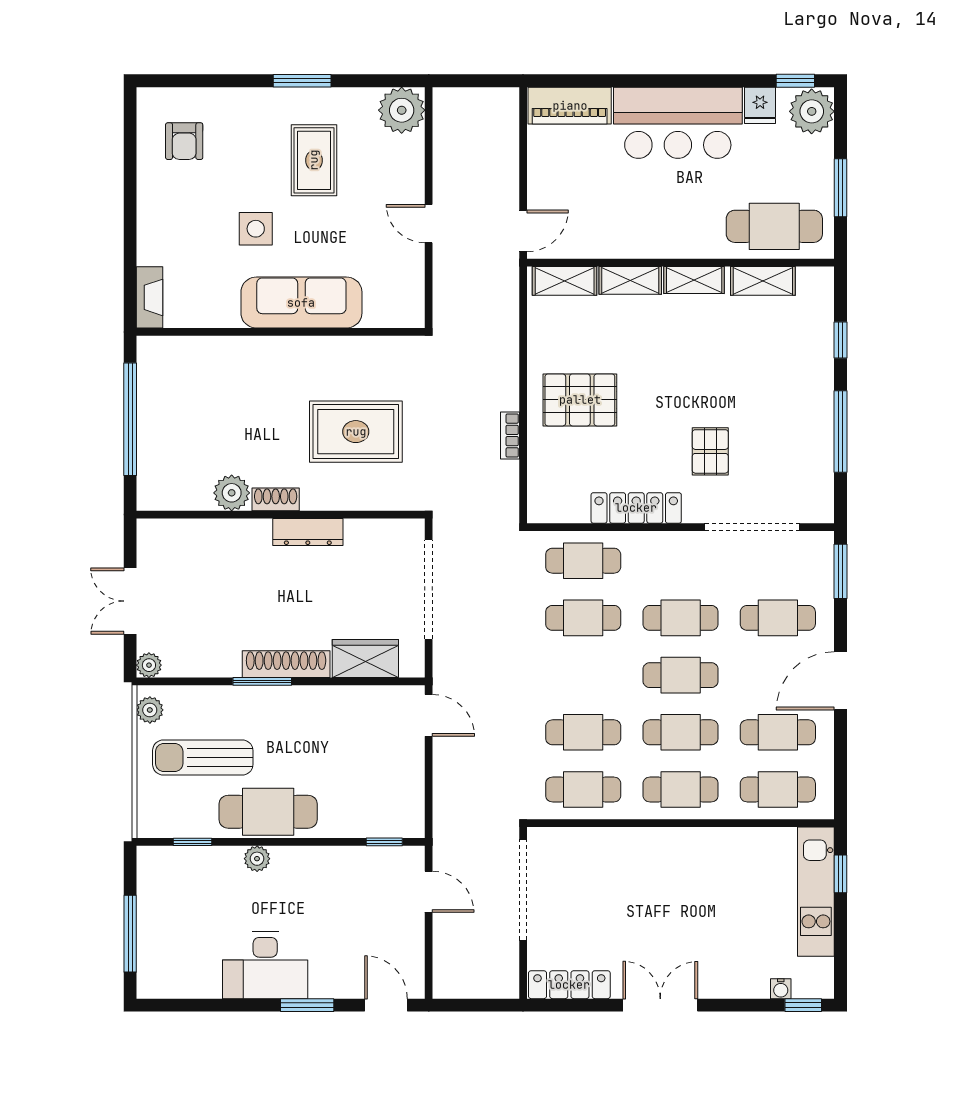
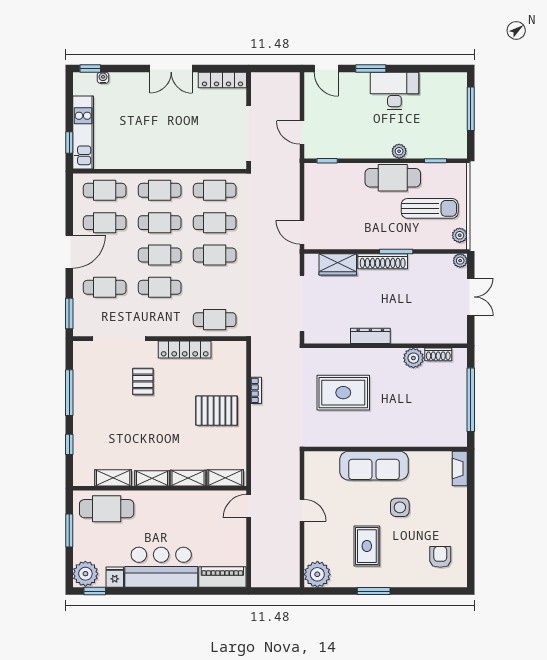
shoe rack: (276, 499) -> (438, 354), moved
cafe table: (583, 618) -> (215, 255), moved

